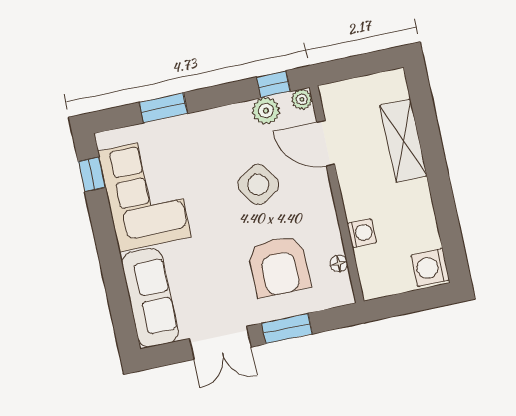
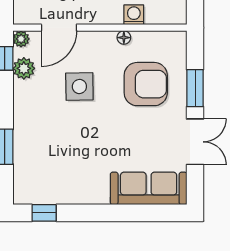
side table: (258, 184) -> (79, 87), turned 32
corner sofa: (144, 194) -> (68, 176), removed
floor lamp: (339, 264) -> (124, 38), moved

